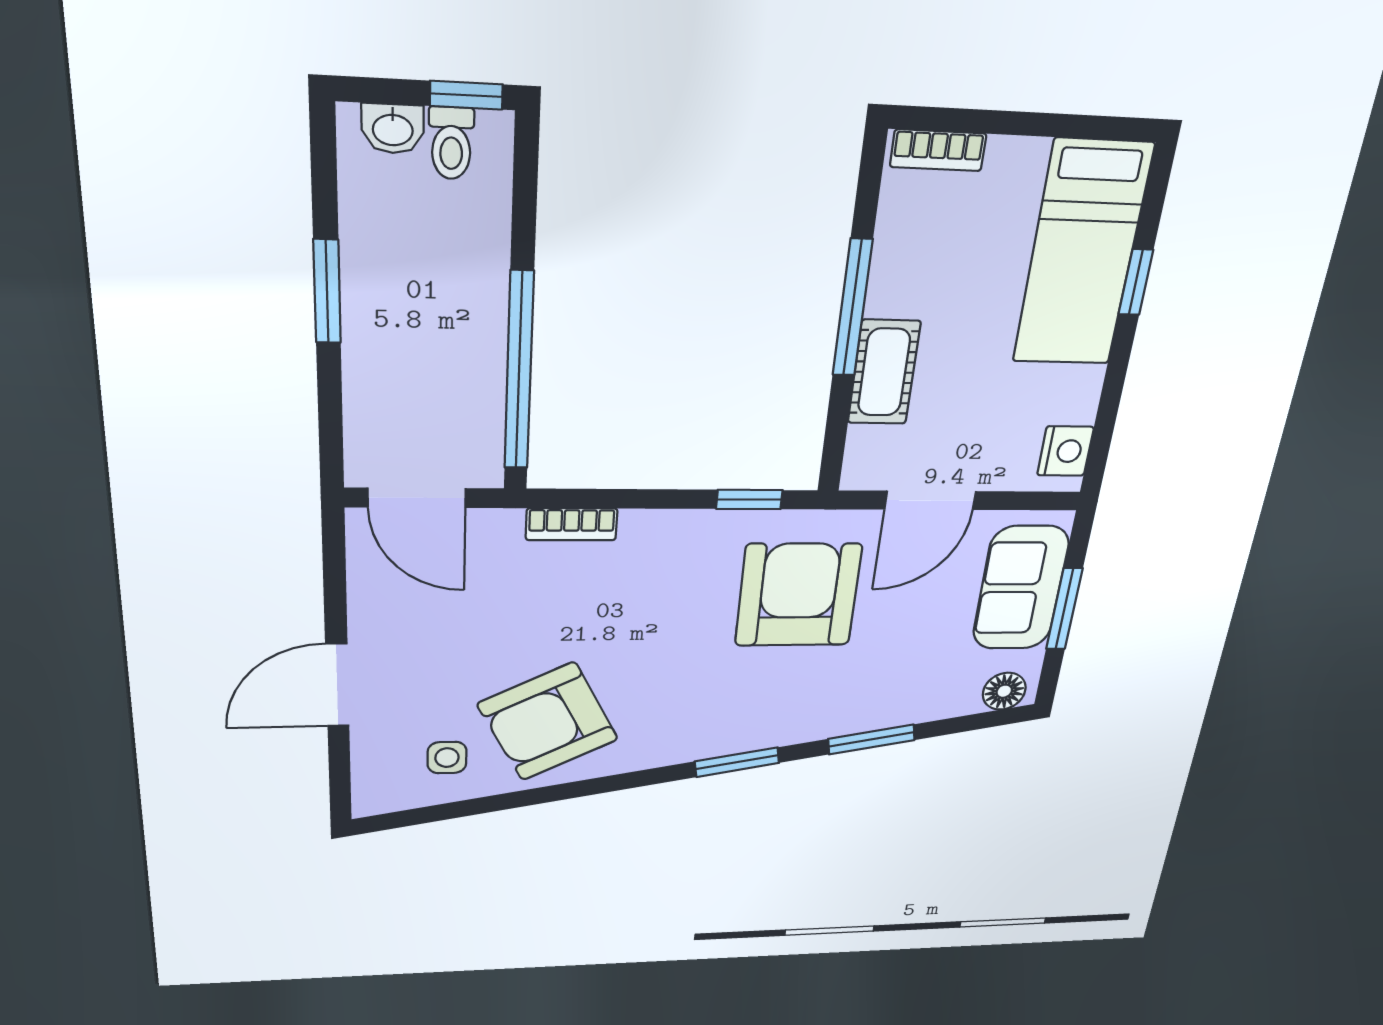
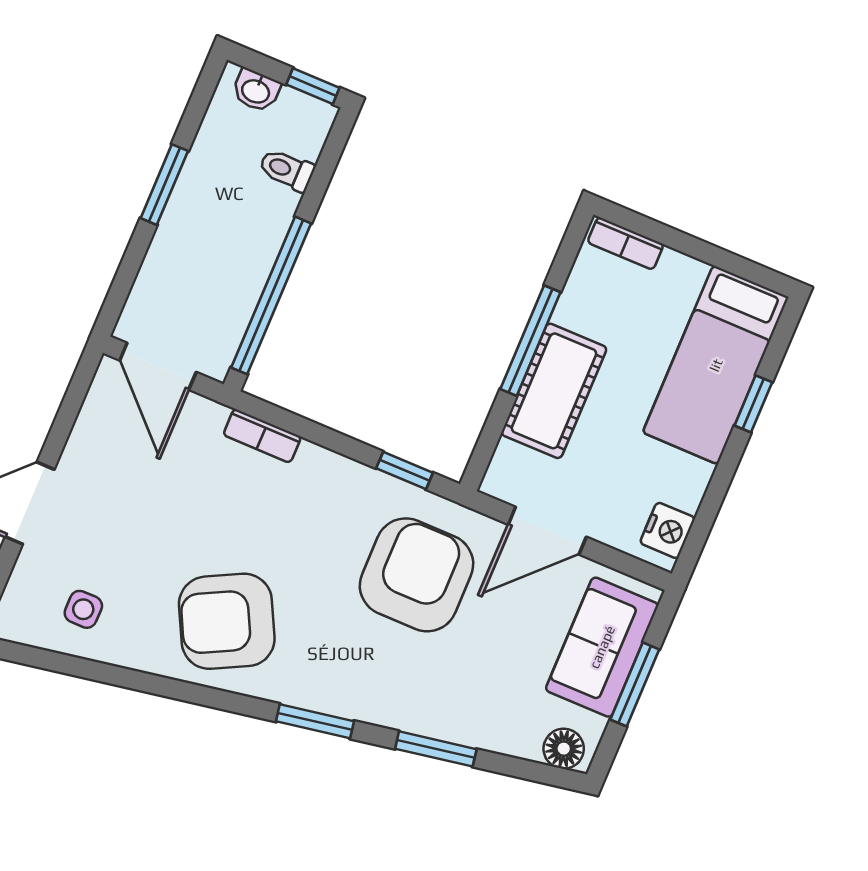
toilet: (451, 143) -> (287, 170), moved, turned 90
cot: (884, 372) -> (554, 391), width x1.37, depth x1.34
armchair: (548, 722) -> (227, 621), moved

